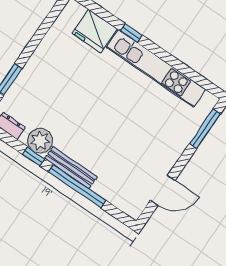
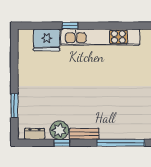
bench: (71, 168) -> (84, 134), width x0.73
window: (77, 186) -> (121, 143), moved

